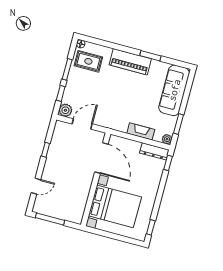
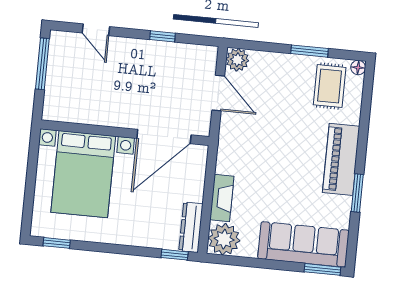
window: (61, 93) -> (265, 47), removed
window: (178, 124) -> (322, 269), moved
plant: (167, 139) -> (224, 239), width x1.87, depth x1.87

